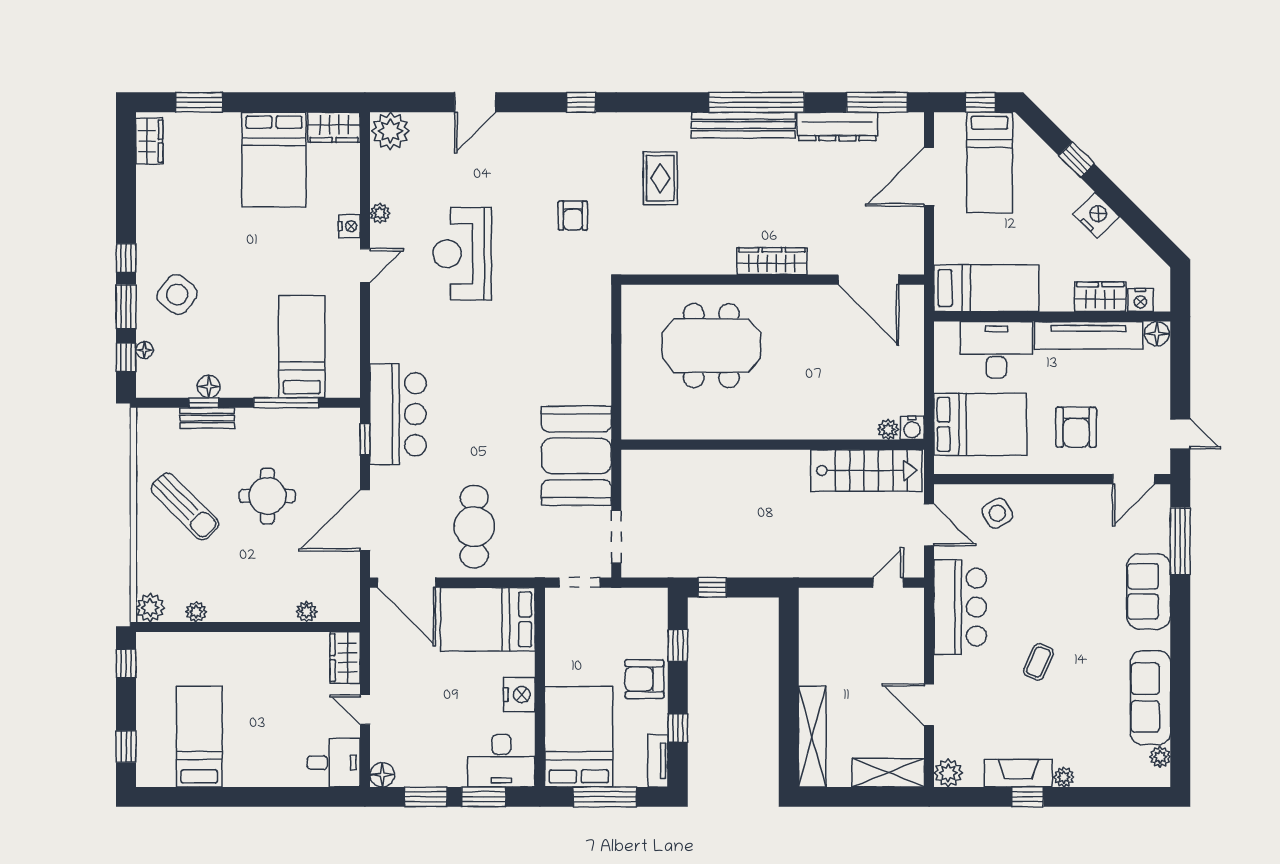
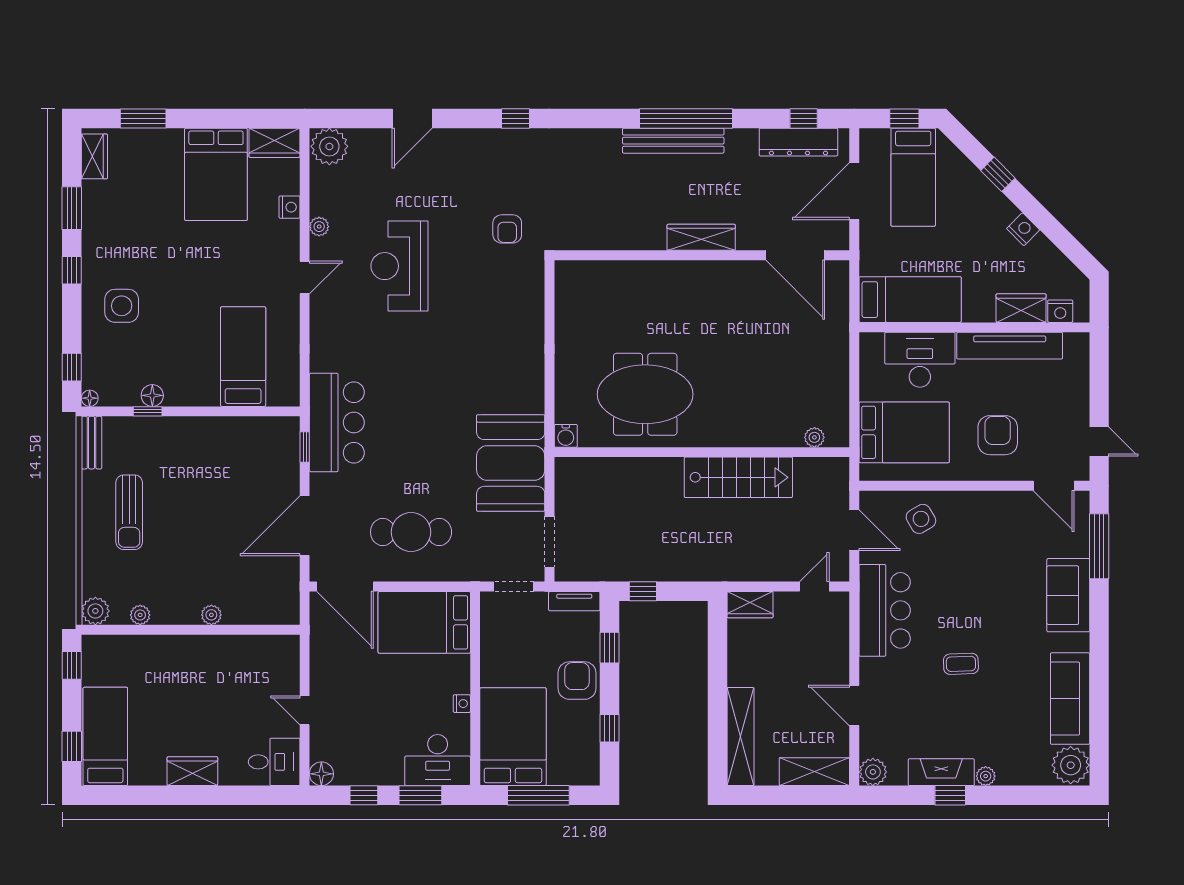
window: (877, 102) -> (804, 118), width x0.46
dresser: (837, 126) -> (798, 142), moved
rug: (660, 178) -> (592, 193), removed
nightstand: (1096, 215) -> (1023, 229), width x0.74, depth x0.75
nightstand: (349, 226) -> (289, 207), moved
wardrobe: (772, 261) -> (701, 237), moved
wall: (773, 280) -> (702, 255), moved
door: (868, 280) -> (795, 255), moved
side table: (177, 294) -> (122, 306), turned -38
window: (126, 307) -> (72, 208), moved
floor lamp: (1157, 334) -> (1076, 344), removed
meeting table: (711, 346) -> (645, 394), moved
floor lamp: (144, 350) -> (90, 398), moved
window: (286, 403) -> (228, 411), removed
bench: (207, 418) -> (92, 443), moved, turned 90
armchair: (1076, 427) -> (998, 435), turned 180
water cooler: (912, 428) -> (566, 436), moved
stairs: (866, 470) -> (738, 477), moved
door: (1134, 479) -> (1054, 486), hinge flipped
round table: (267, 496) -> (210, 502), removed
sun lounger: (185, 506) -> (129, 512), turned 45
cafe table: (474, 527) -> (411, 532), turned 90
wardrobe: (822, 601) -> (750, 605), added
plant: (306, 612) -> (211, 615), moved
wardrobe: (345, 658) -> (192, 771), moved, turned 90
coffee table: (1039, 662) -> (961, 664), turned 64
armchair: (644, 679) -> (577, 681), turned 90
nightstand: (519, 695) -> (462, 704), width x0.53, depth x0.56
bed: (199, 736) -> (105, 736), moved
plant: (1160, 757) -> (1071, 765), width x1.87, depth x1.87
tv unit: (658, 761) -> (574, 601), moved, turned -90
window: (426, 797) -> (364, 795), width x0.67

